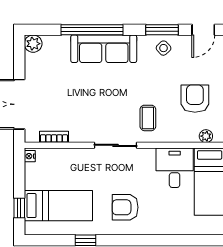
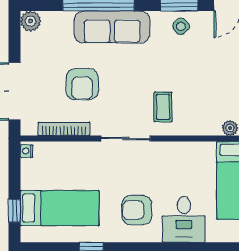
armchair: (195, 99) -> (82, 84), moved, turned 180
bookcase: (54, 137) -> (64, 129), width x1.56
desk: (175, 168) -> (184, 219), moved, turned 180

